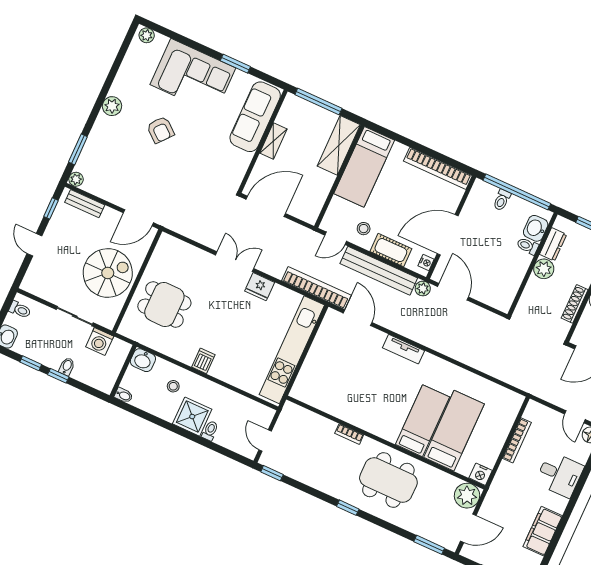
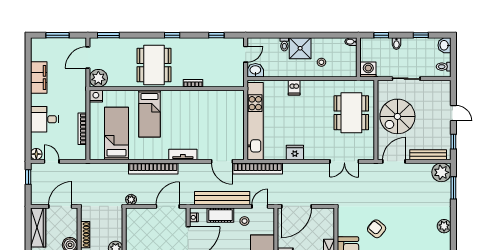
armchair: (160, 130) -> (377, 229), moved
plant: (76, 179) -> (441, 172), width x1.87, depth x1.87
bench: (85, 204) -> (428, 155), width x1.36
door: (266, 206) -> (296, 206), moved
double door: (235, 262) -> (344, 161), moved
plant: (423, 288) -> (131, 200), moved
door: (453, 292) -> (168, 206), swing flipped
dining table: (164, 304) -> (351, 113), width x1.38
washing machine: (100, 342) -> (368, 70), moved
bookcase: (449, 349) -> (153, 168), added
washbasin: (143, 360) -> (255, 70), moved
dishwasher: (203, 361) -> (294, 88), moved
window: (58, 376) -> (381, 35), moved
bed: (454, 431) -> (116, 133), moved, turned 180
door: (265, 440) -> (246, 54), hinge flipped
window: (272, 473) -> (216, 35), moved
dining table: (388, 480) -> (154, 65), turned 90

